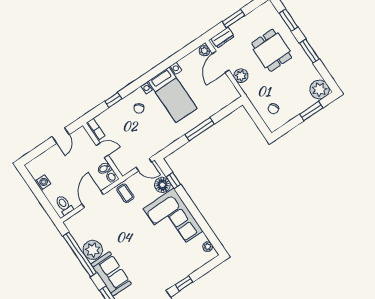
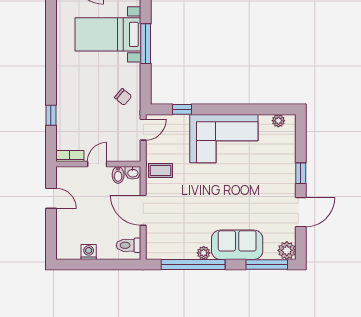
bed with nightstands: (172, 95) -> (108, 34), moved, turned 180
chair: (139, 108) -> (123, 97), moved
floor lamp: (162, 185) -> (179, 124), removed
plant: (93, 250) -> (204, 253), width x0.53, depth x0.53

